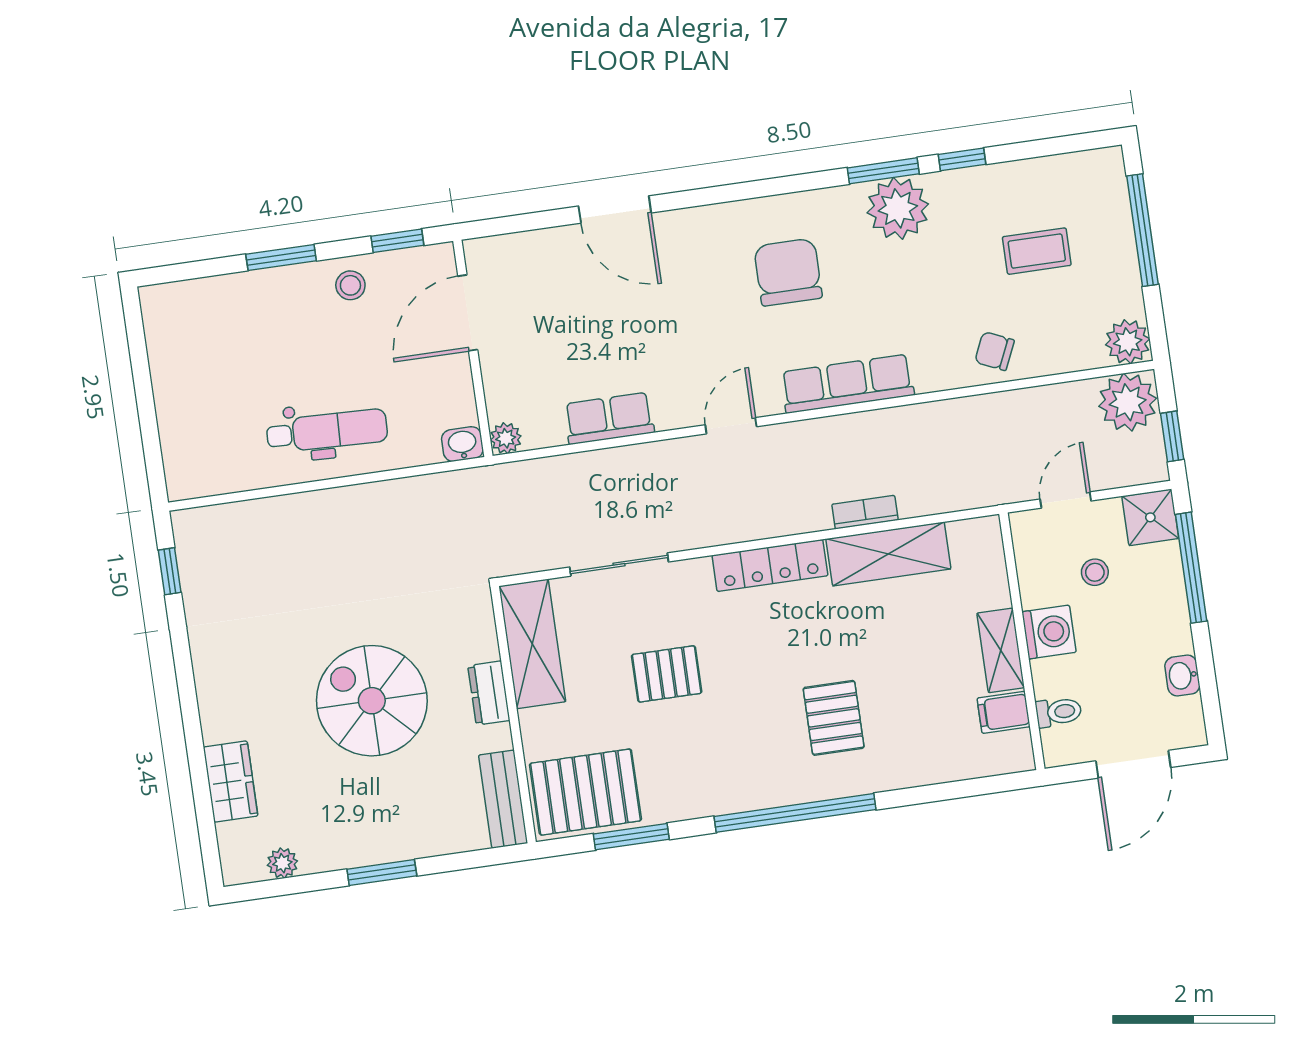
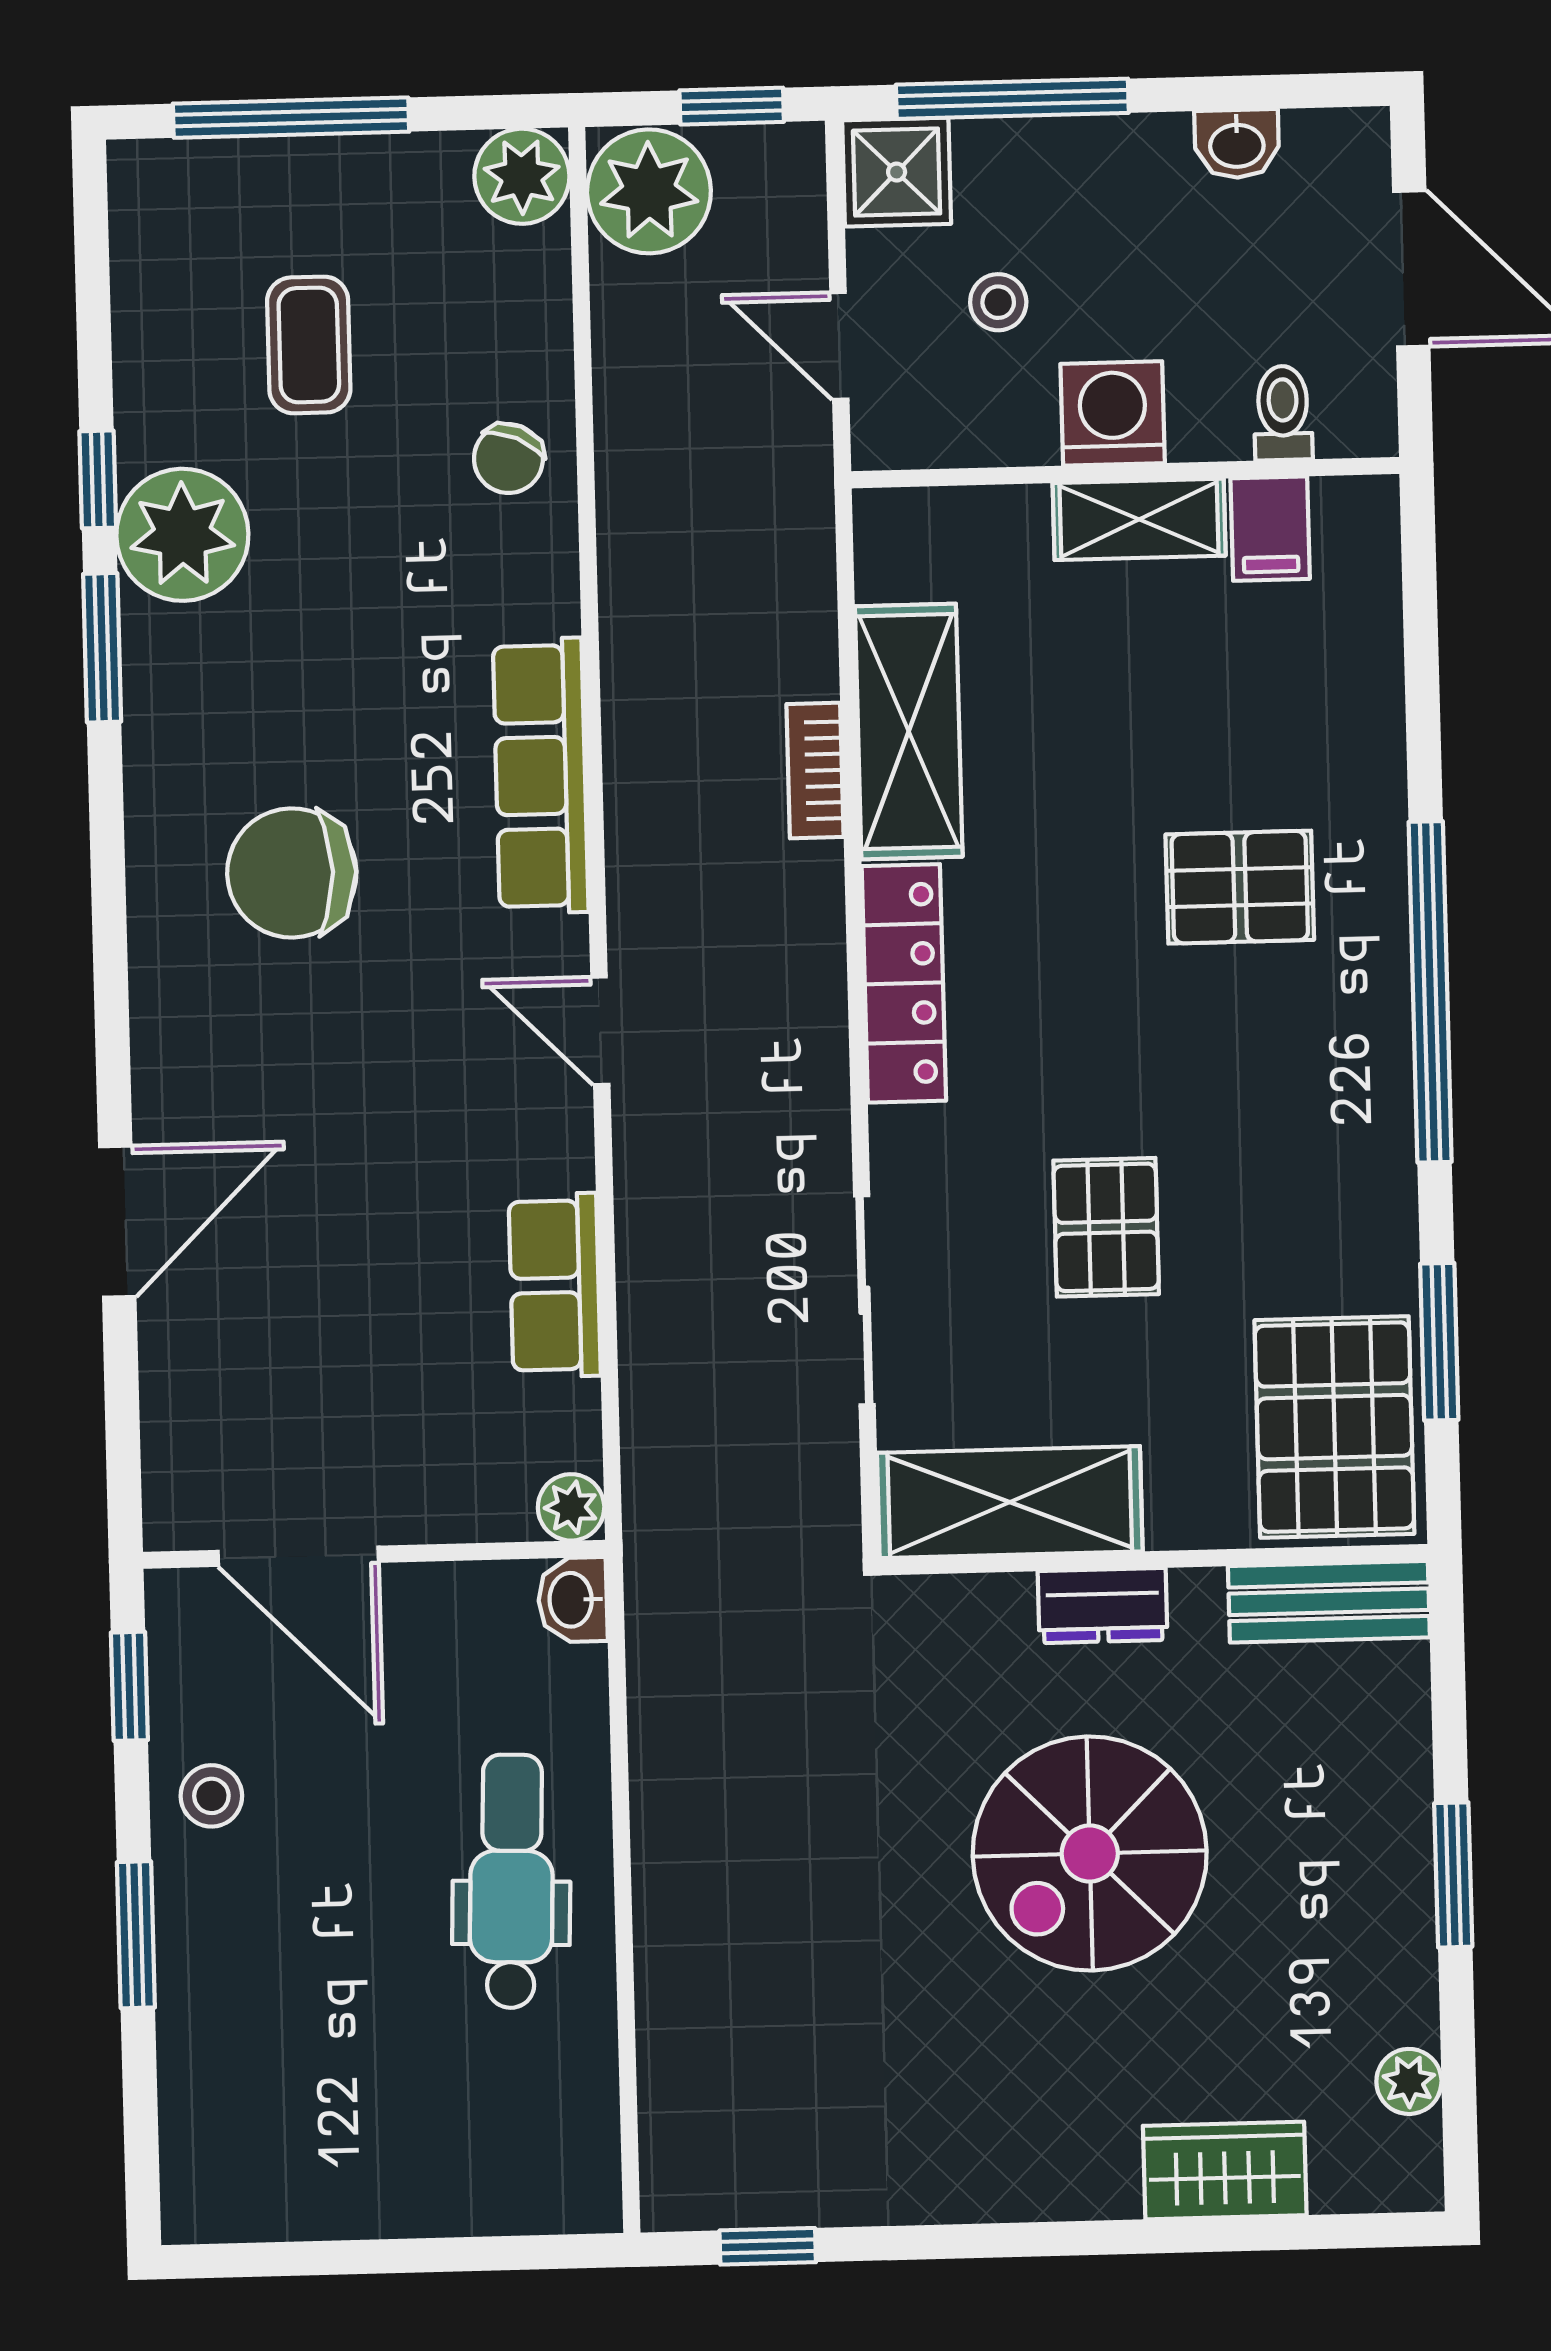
plant: (898, 208) -> (182, 535), moved

